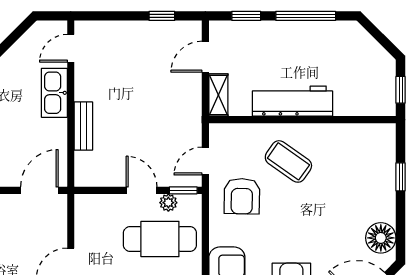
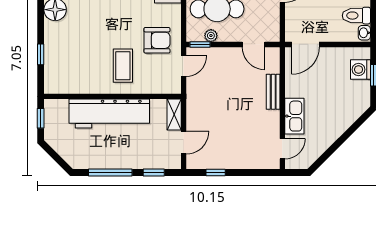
workbench: (292, 101) -> (109, 114), width x1.36, depth x1.32
coffee table: (288, 161) -> (123, 66), turned 55
door: (142, 190) -> (253, 44), moved
armchair: (242, 196) -> (157, 40), turned 89

